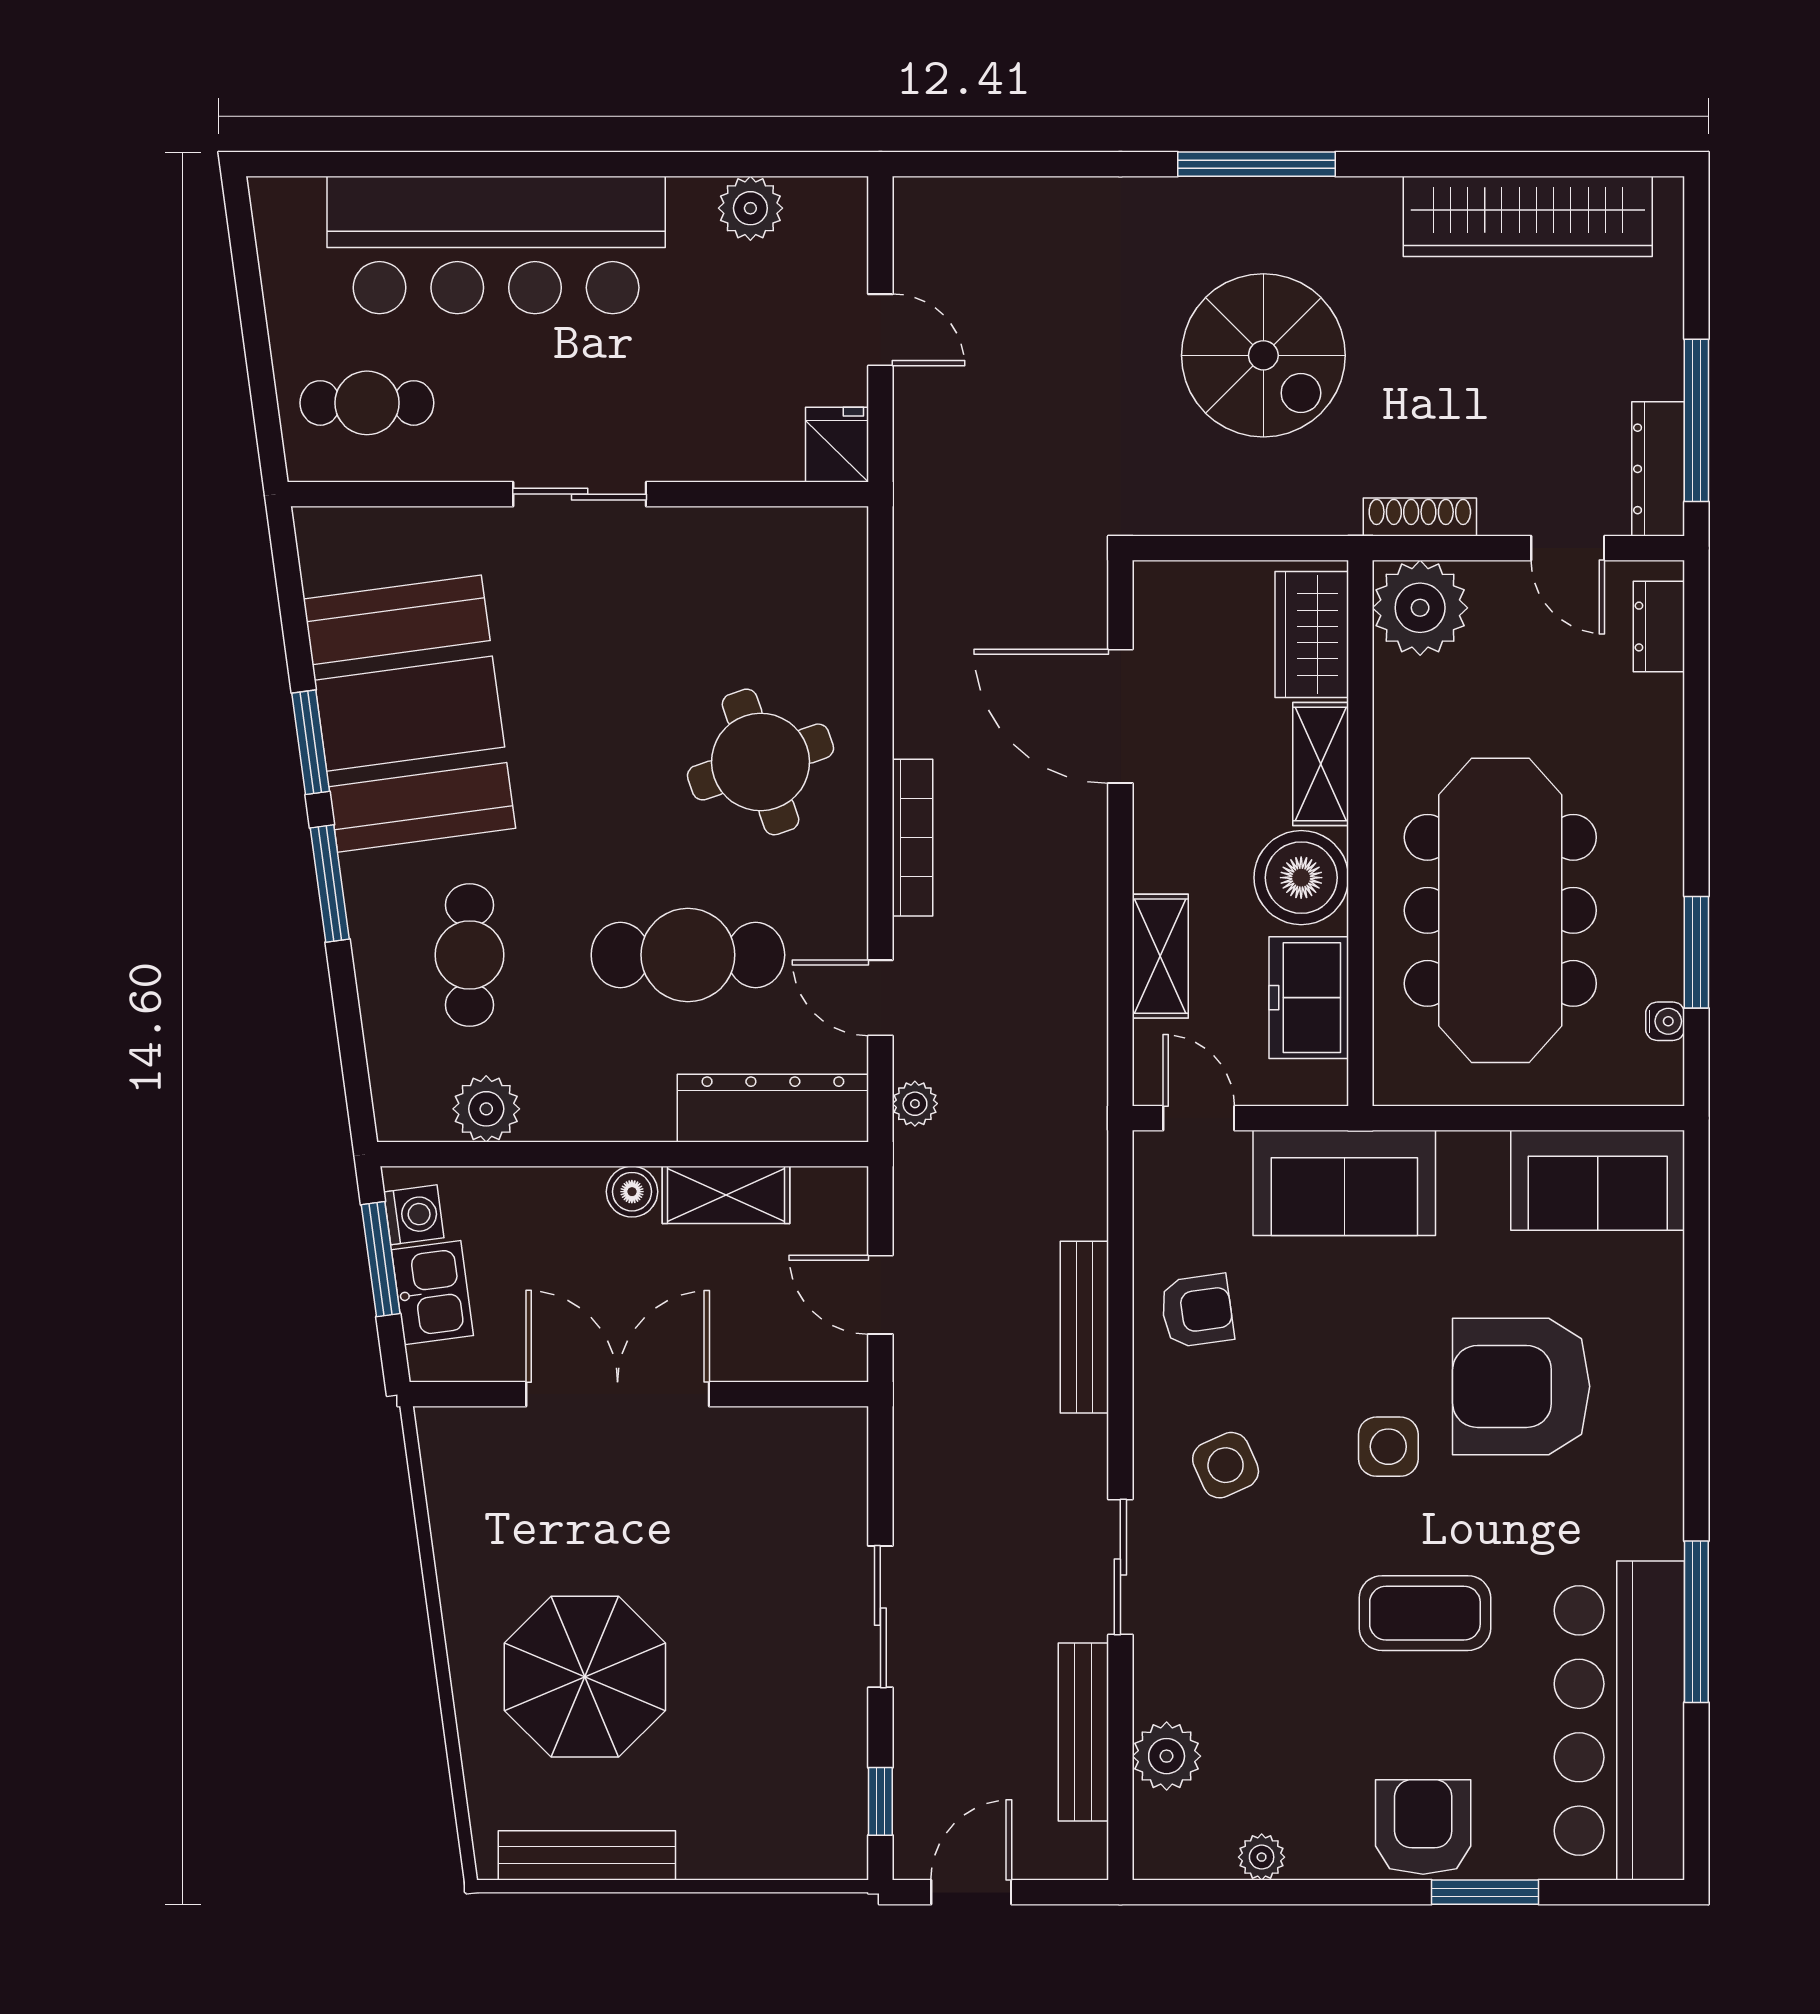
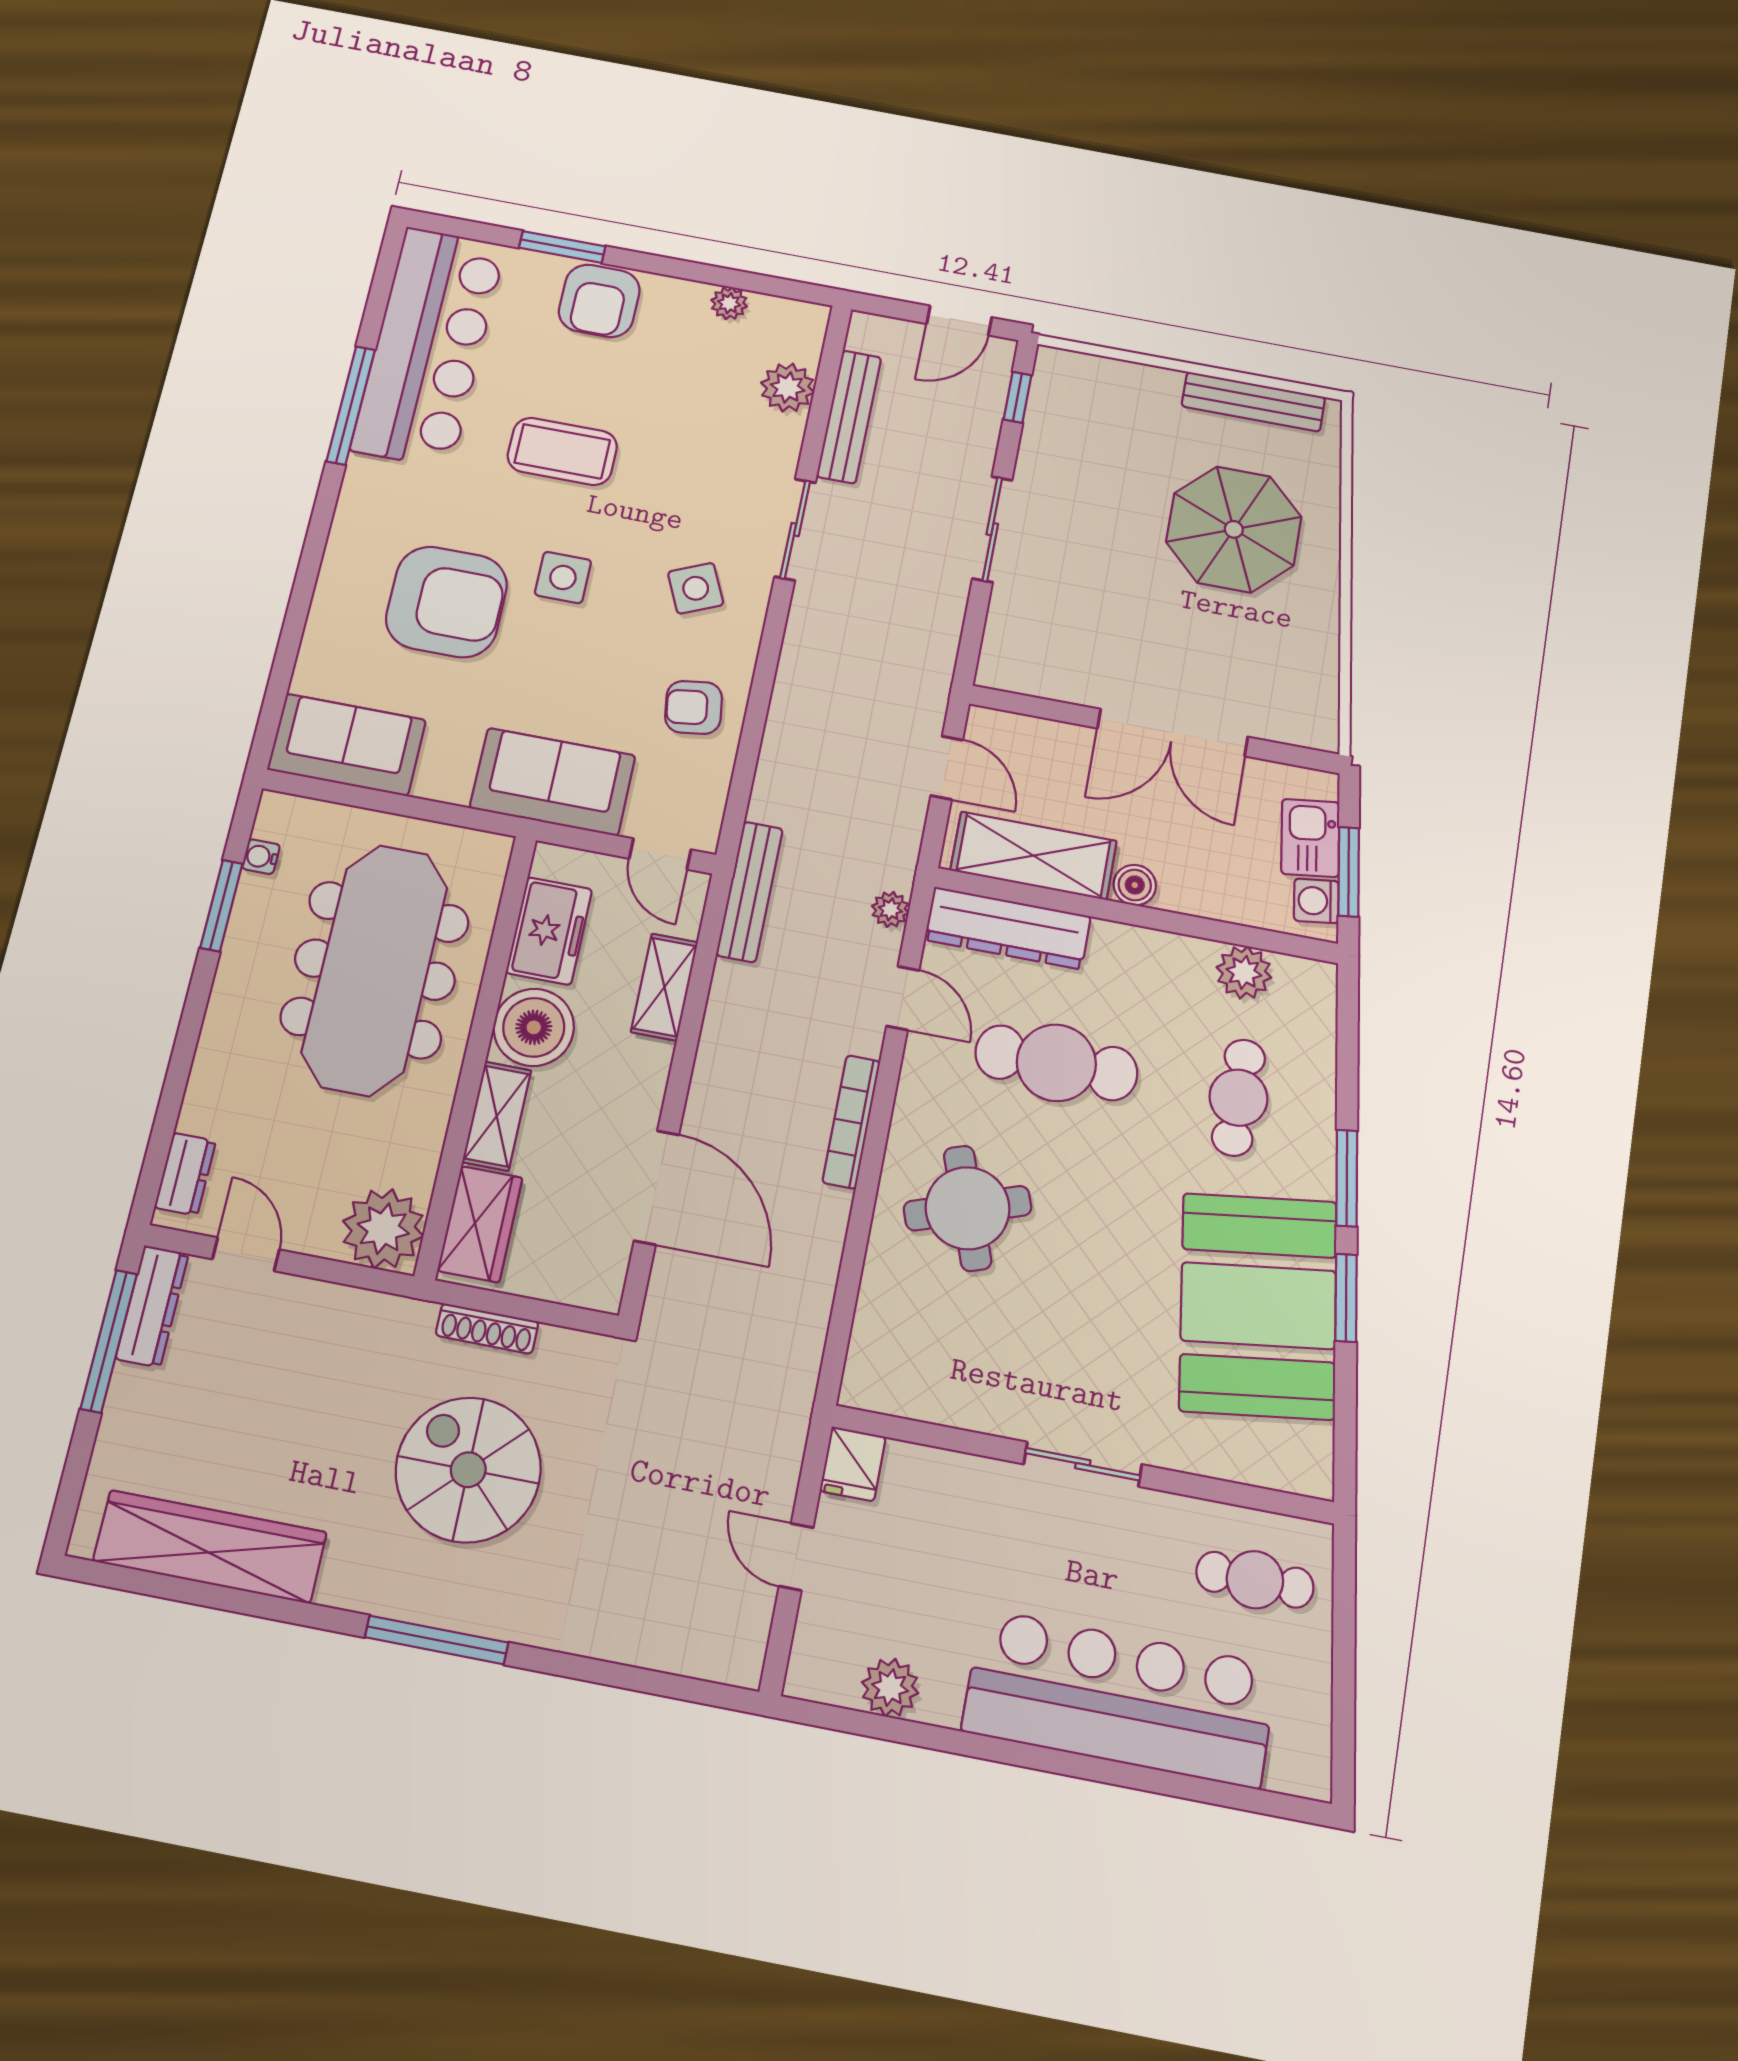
shoe rack: (1420, 517) -> (487, 1329), moved
shelving: (726, 1195) -> (1034, 856), width x1.50, depth x1.33
bench: (1084, 1327) -> (750, 892), moved

